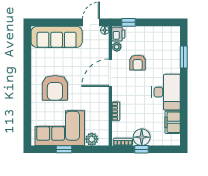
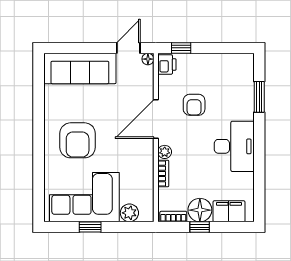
plant: (117, 47) -> (165, 152), moved
filing cabinet: (173, 122) -> (229, 211), moved, turned 90

